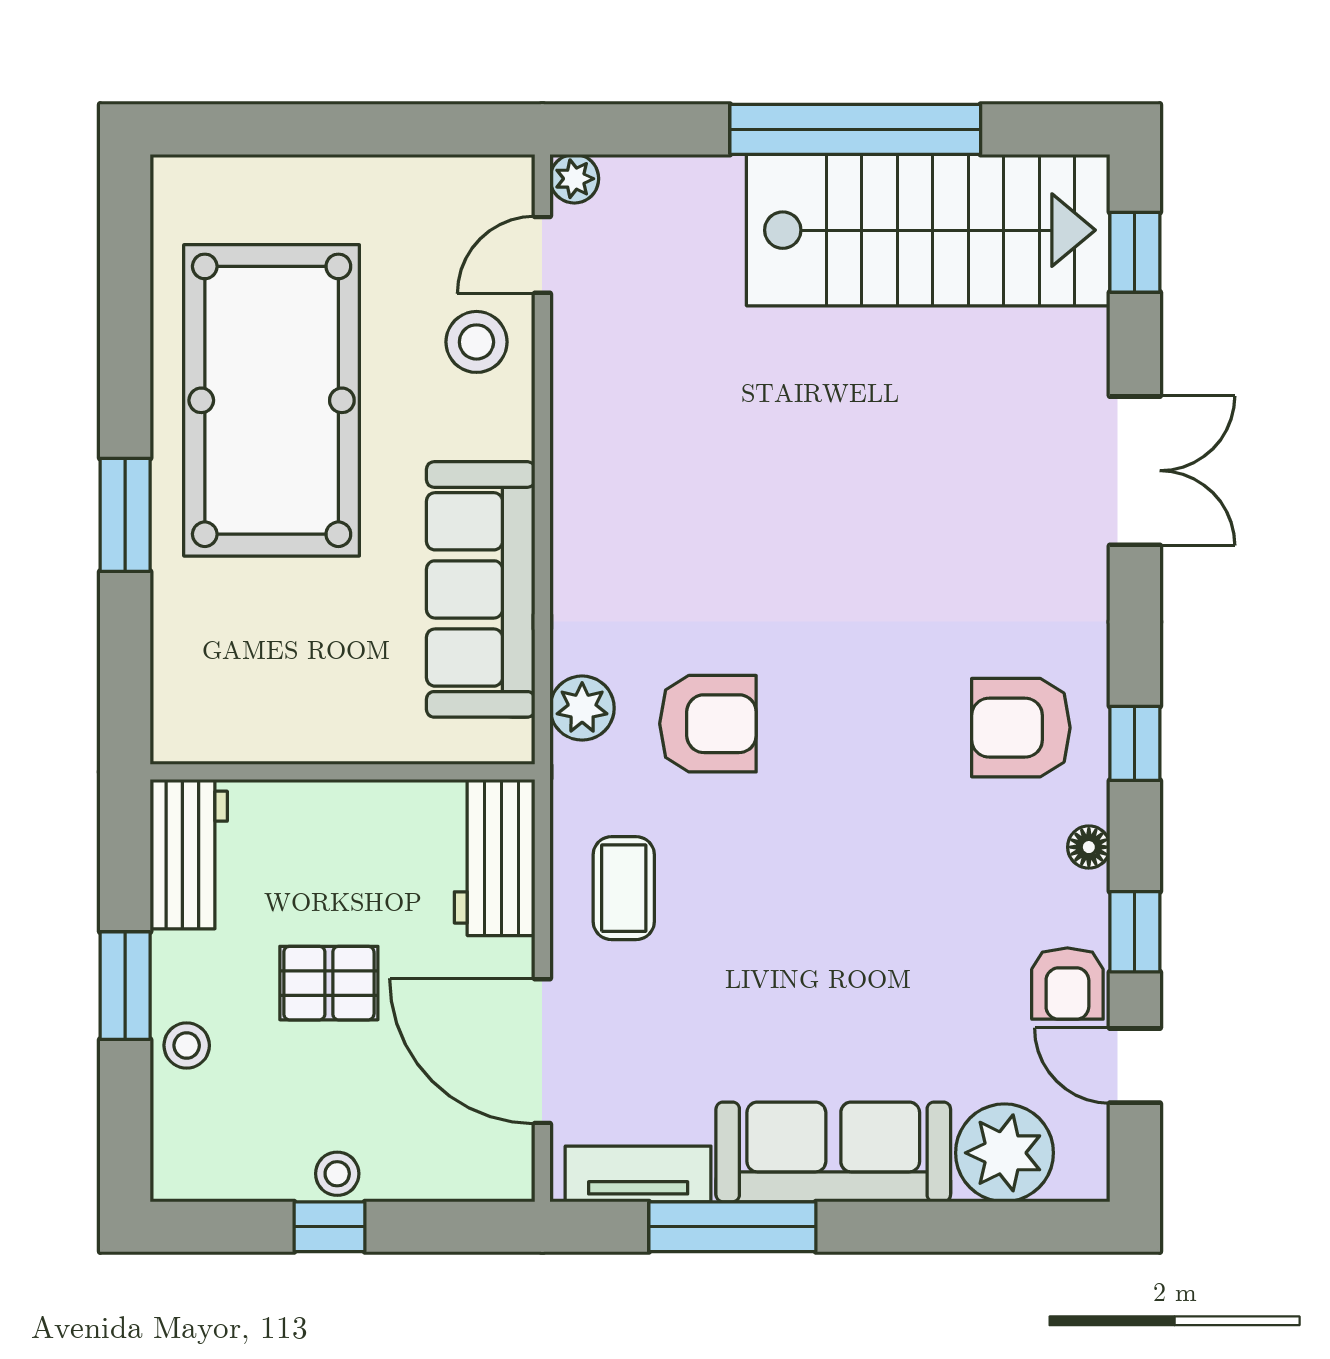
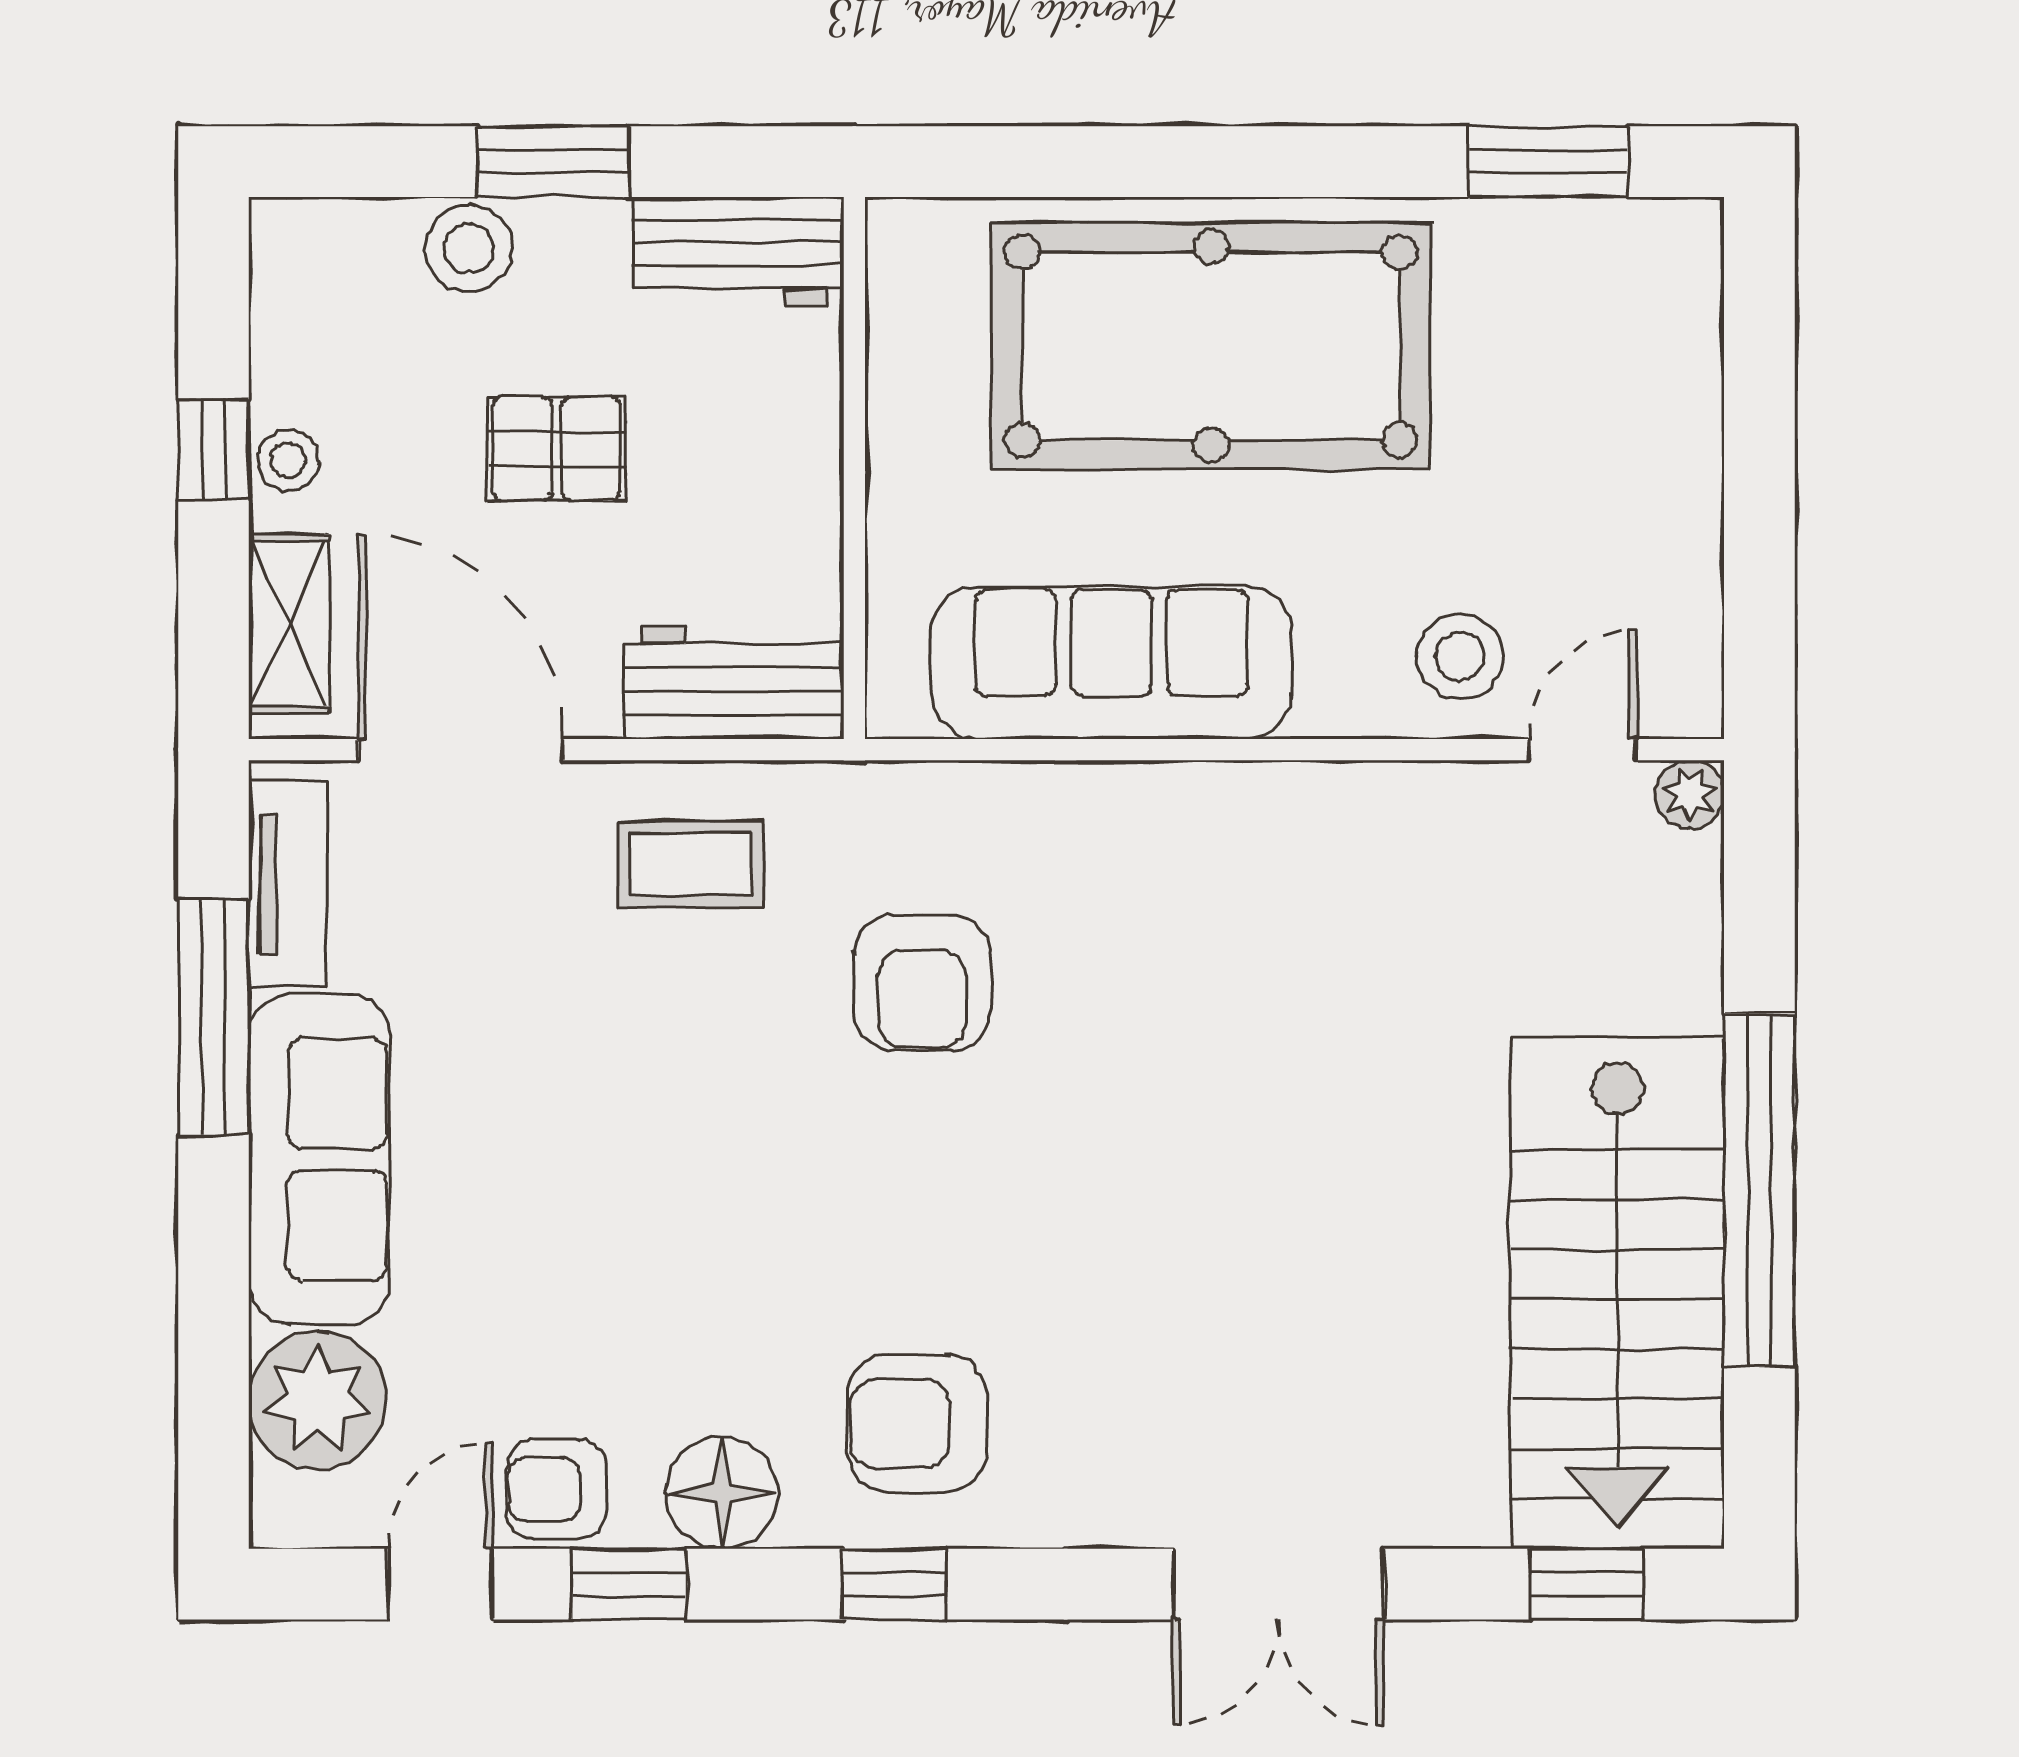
door: (542, 255) -> (1582, 750), hinge flipped
pool table: (272, 400) -> (1211, 346), moved
window: (125, 515) -> (1548, 162), moved
plant: (582, 708) -> (944, 805), removed
armchair: (1021, 728) -> (917, 1423), turned -90
floor lamp: (1089, 847) -> (722, 1493), width x1.89, depth x1.89
pallet: (329, 983) -> (557, 449), turned 90
stool: (187, 1045) -> (469, 248), width x1.37, depth x1.37
door: (542, 1051) -> (461, 750), hinge flipped
shelving: (453, 1173) -> (289, 624), added

